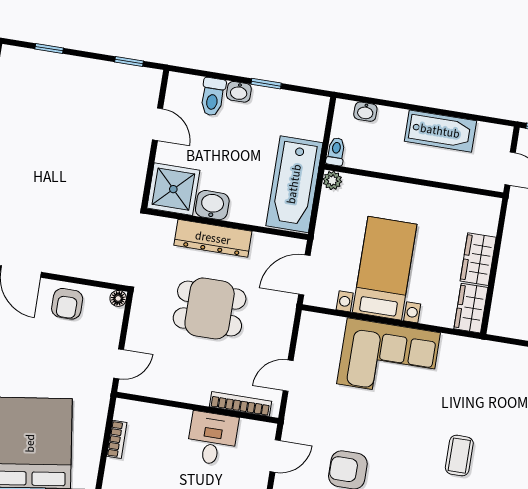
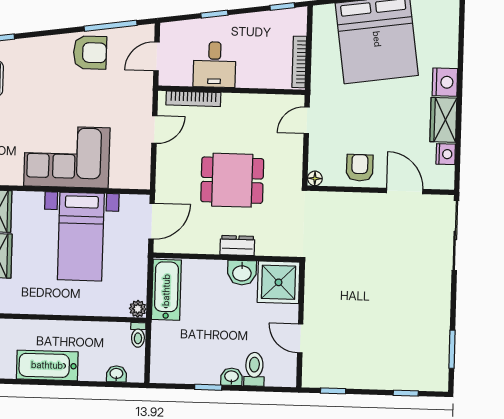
bathtub: (294, 184) -> (166, 290), width x0.73, depth x0.73
dresser: (213, 238) -> (237, 245), width x0.51, depth x0.80
bookcase: (117, 439) -> (299, 62), width x1.56

